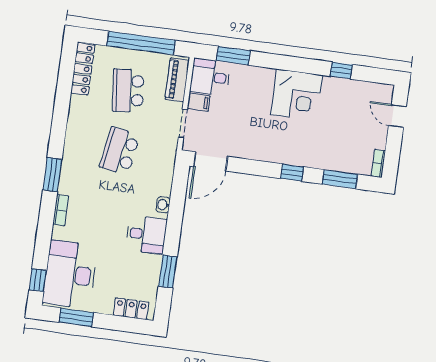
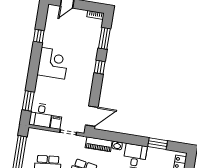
piano: (177, 80) -> (99, 144), moved
door: (211, 161) -> (92, 116), hinge flipped

